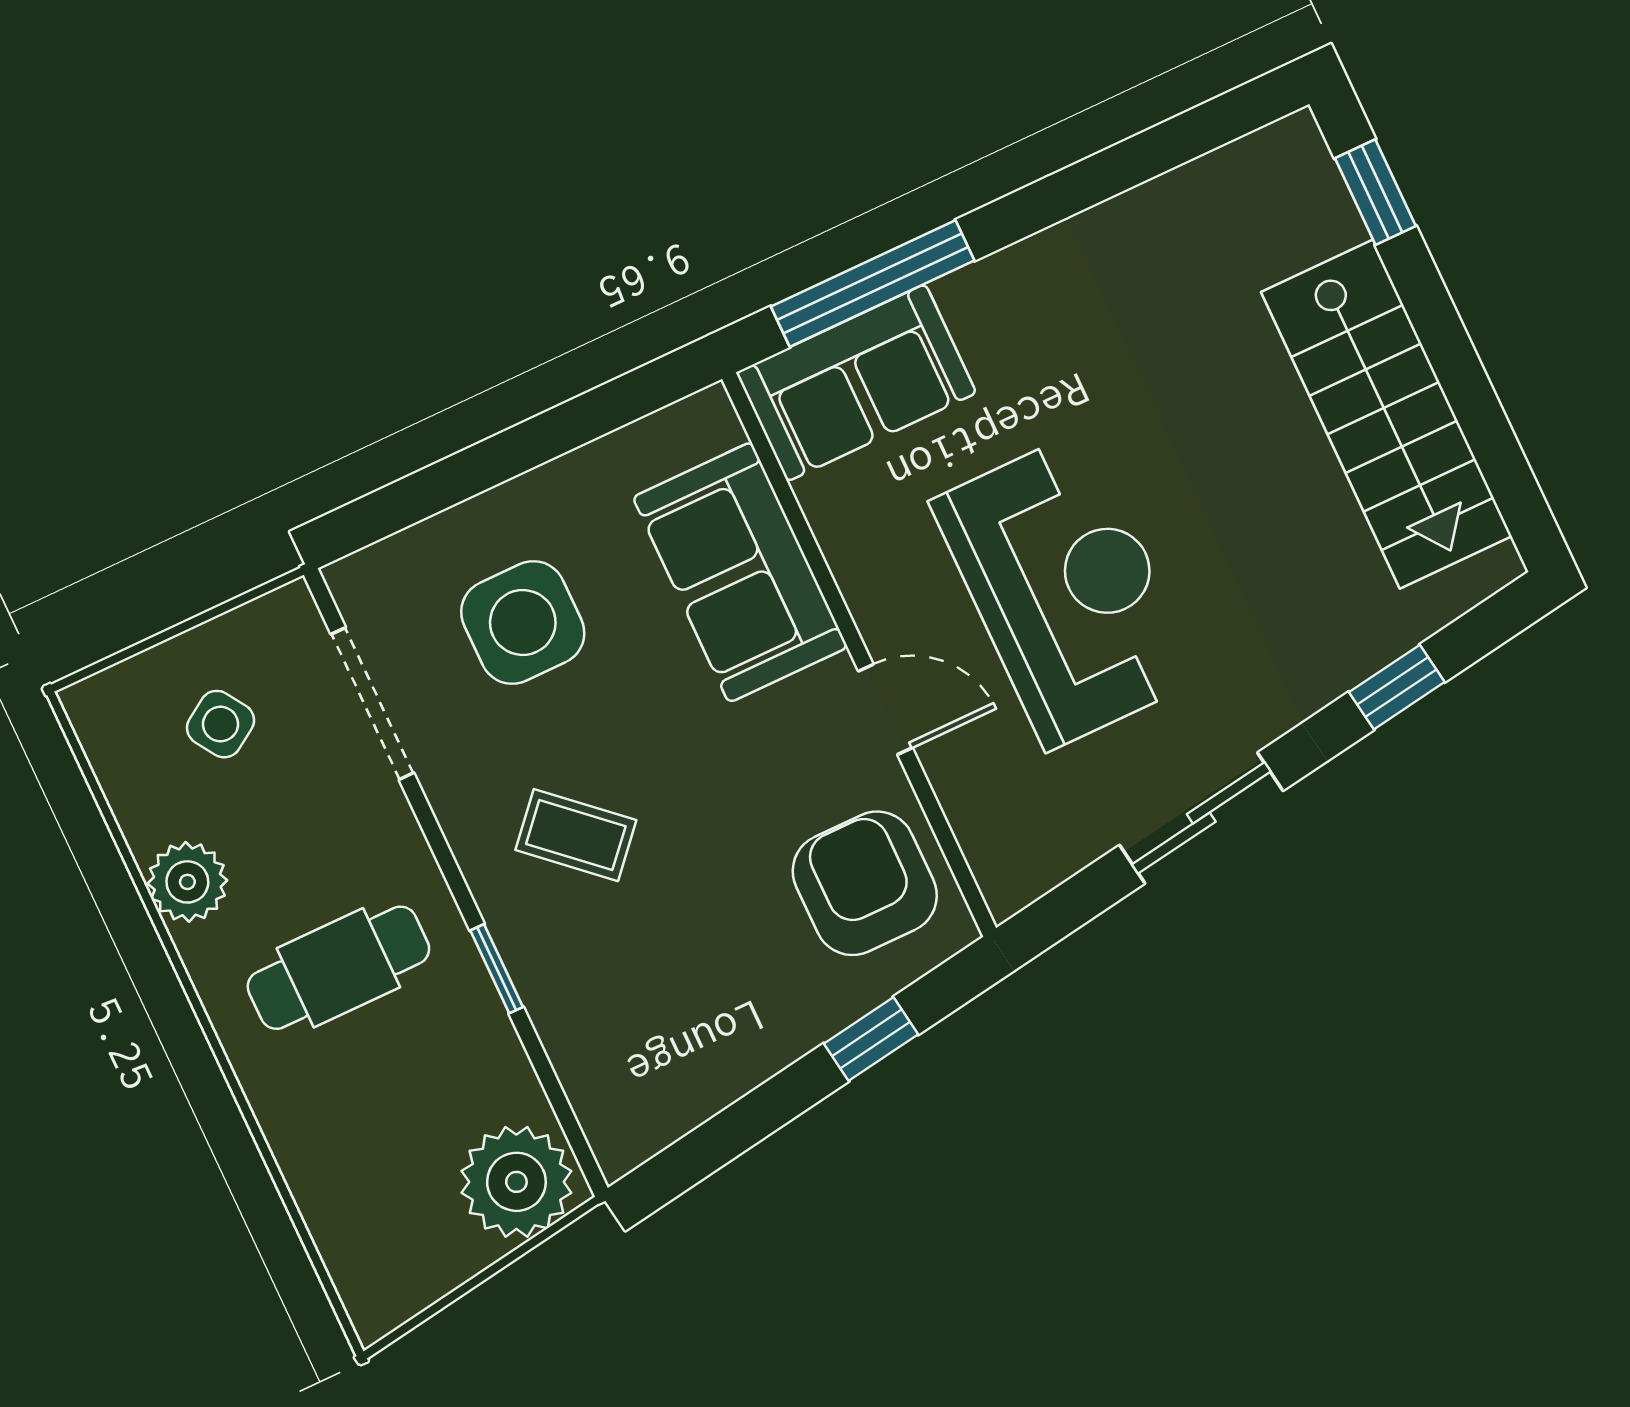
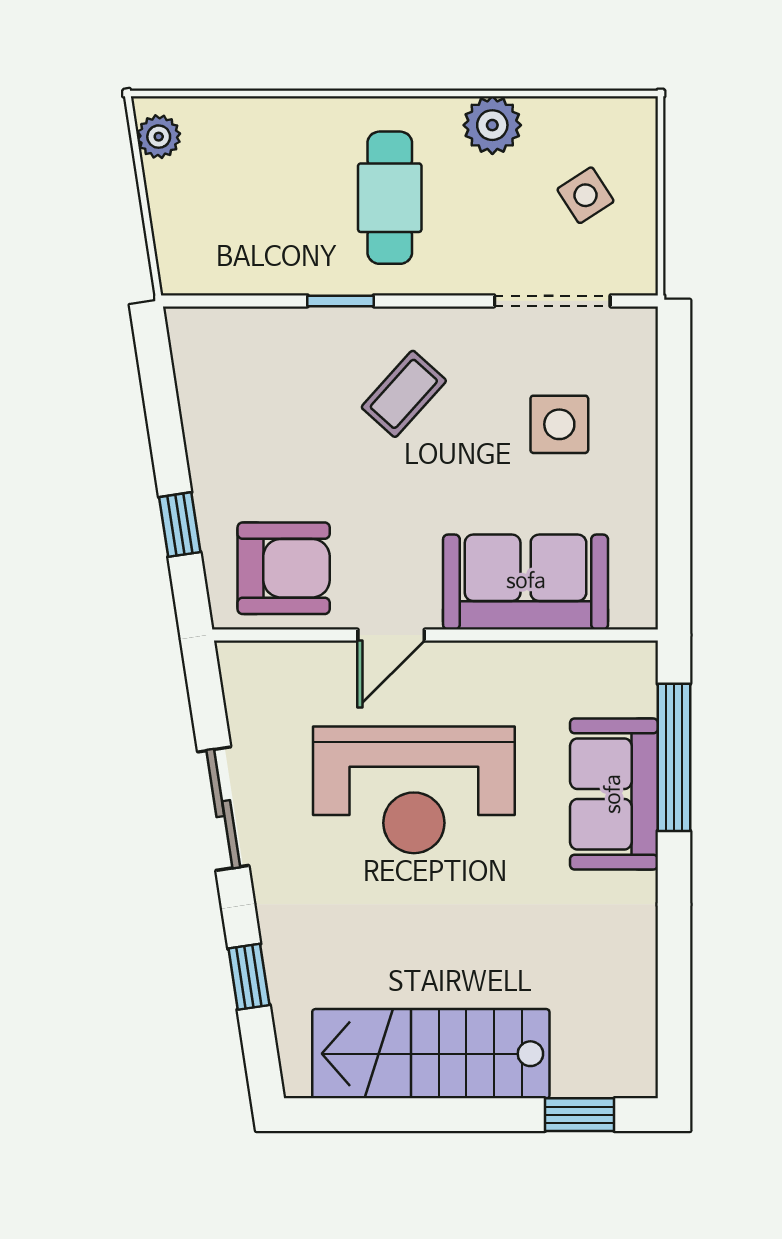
sofa: (856, 383) -> (614, 794), moved
side table: (523, 622) -> (559, 424), width x0.73, depth x0.73
plant: (516, 1182) -> (159, 137), moved, width x0.53, depth x0.53

